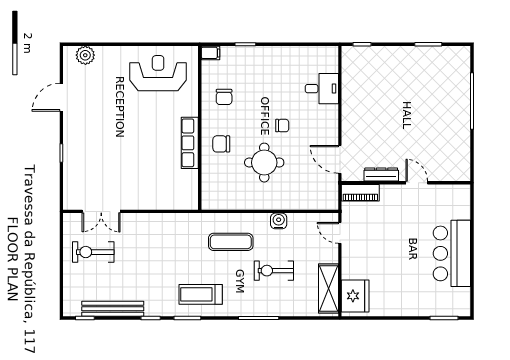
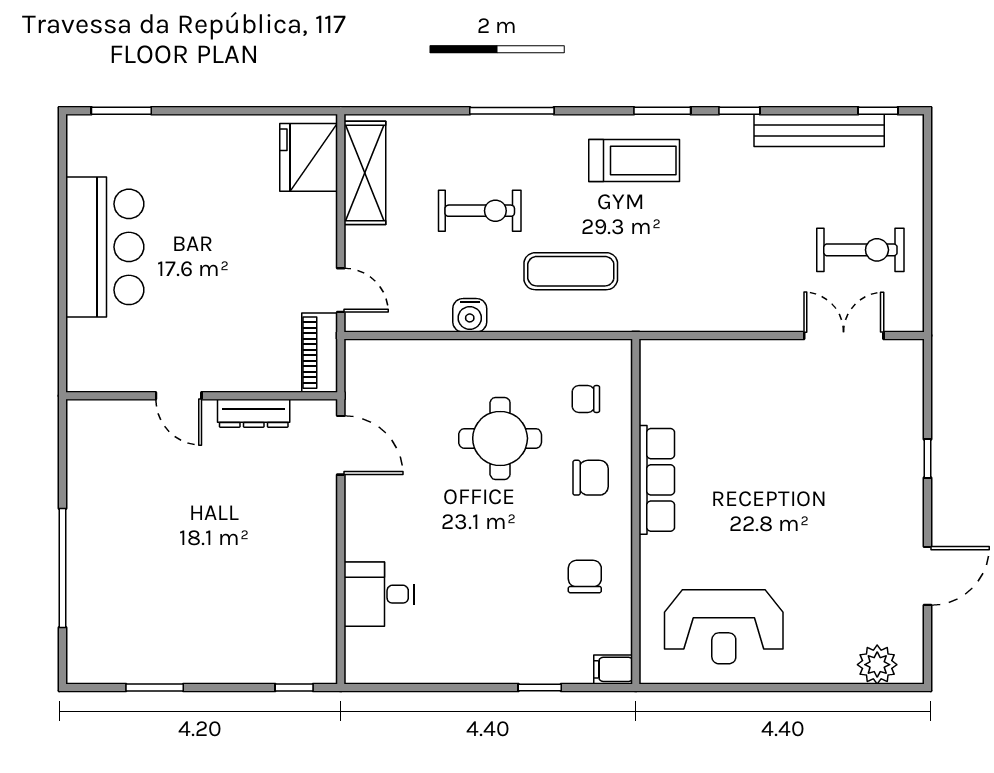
chair: (282, 126) -> (586, 399), moved
piano: (360, 193) -> (320, 353), moved, turned -90

